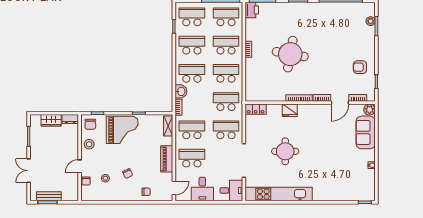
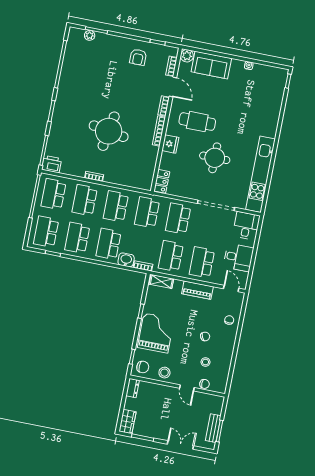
wardrobe: (51, 120) -> (127, 422), moved
cafe table: (314, 130) -> (197, 122), added
double door: (29, 171) -> (180, 445), swing flipped

